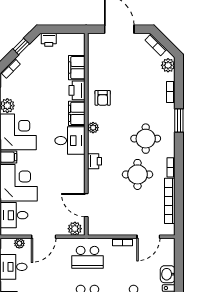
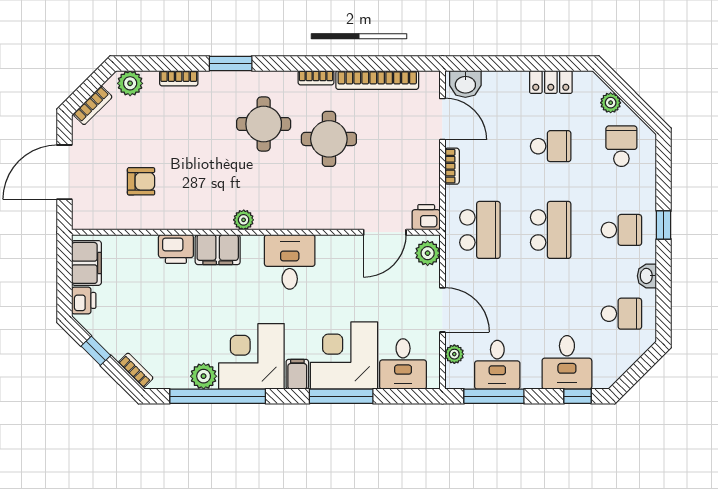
filing cabinet: (77, 68) -> (86, 263), moved, turned -90
armchair: (103, 98) -> (141, 181), moved
desk: (70, 141) -> (290, 262), moved
printer: (94, 161) -> (426, 217), moved
washbasin: (168, 274) -> (465, 84), moved

